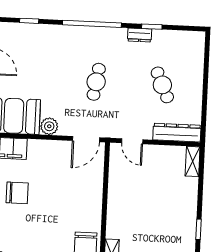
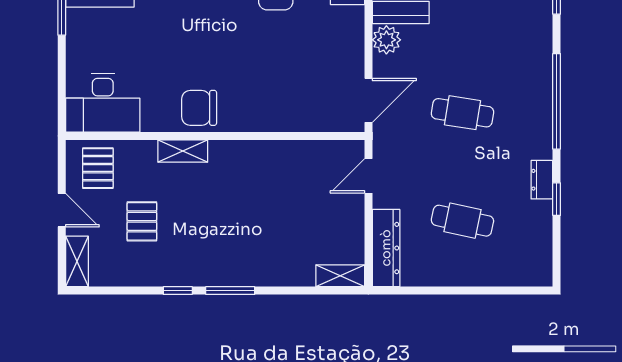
cafe table: (162, 85) -> (462, 221), turned 36
door: (86, 139) -> (368, 100), swing flipped
window: (198, 229) -> (230, 291), width x1.50

